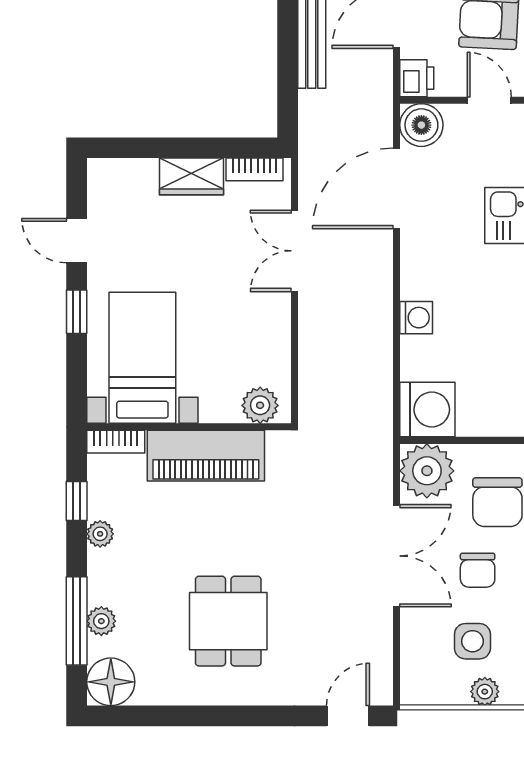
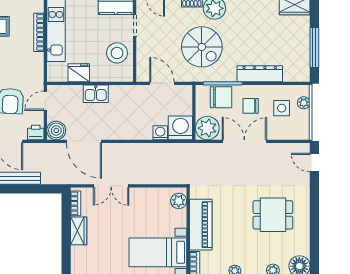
washing machine: (416, 318) -> (160, 133), moved
chair: (478, 570) -> (251, 106), turned 180

